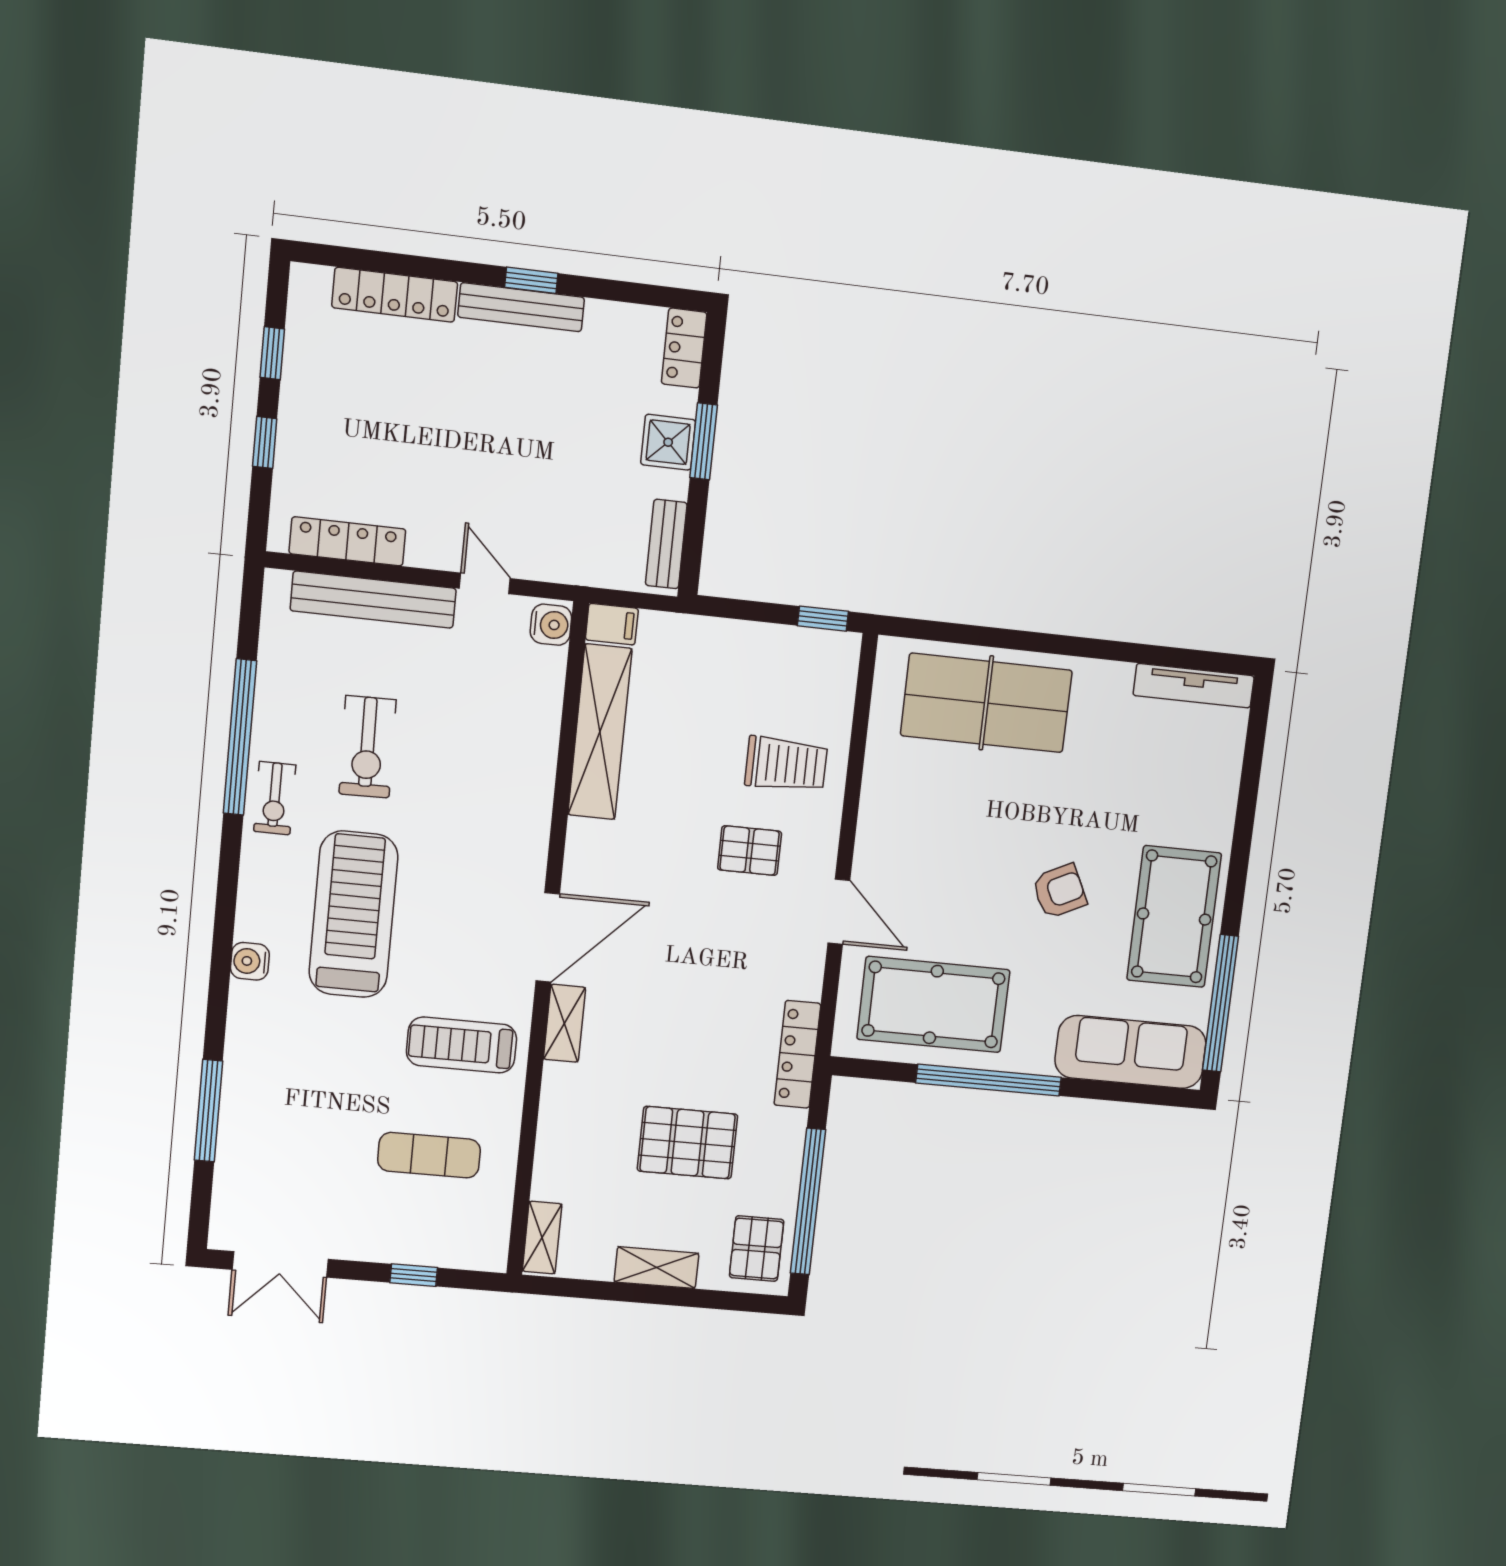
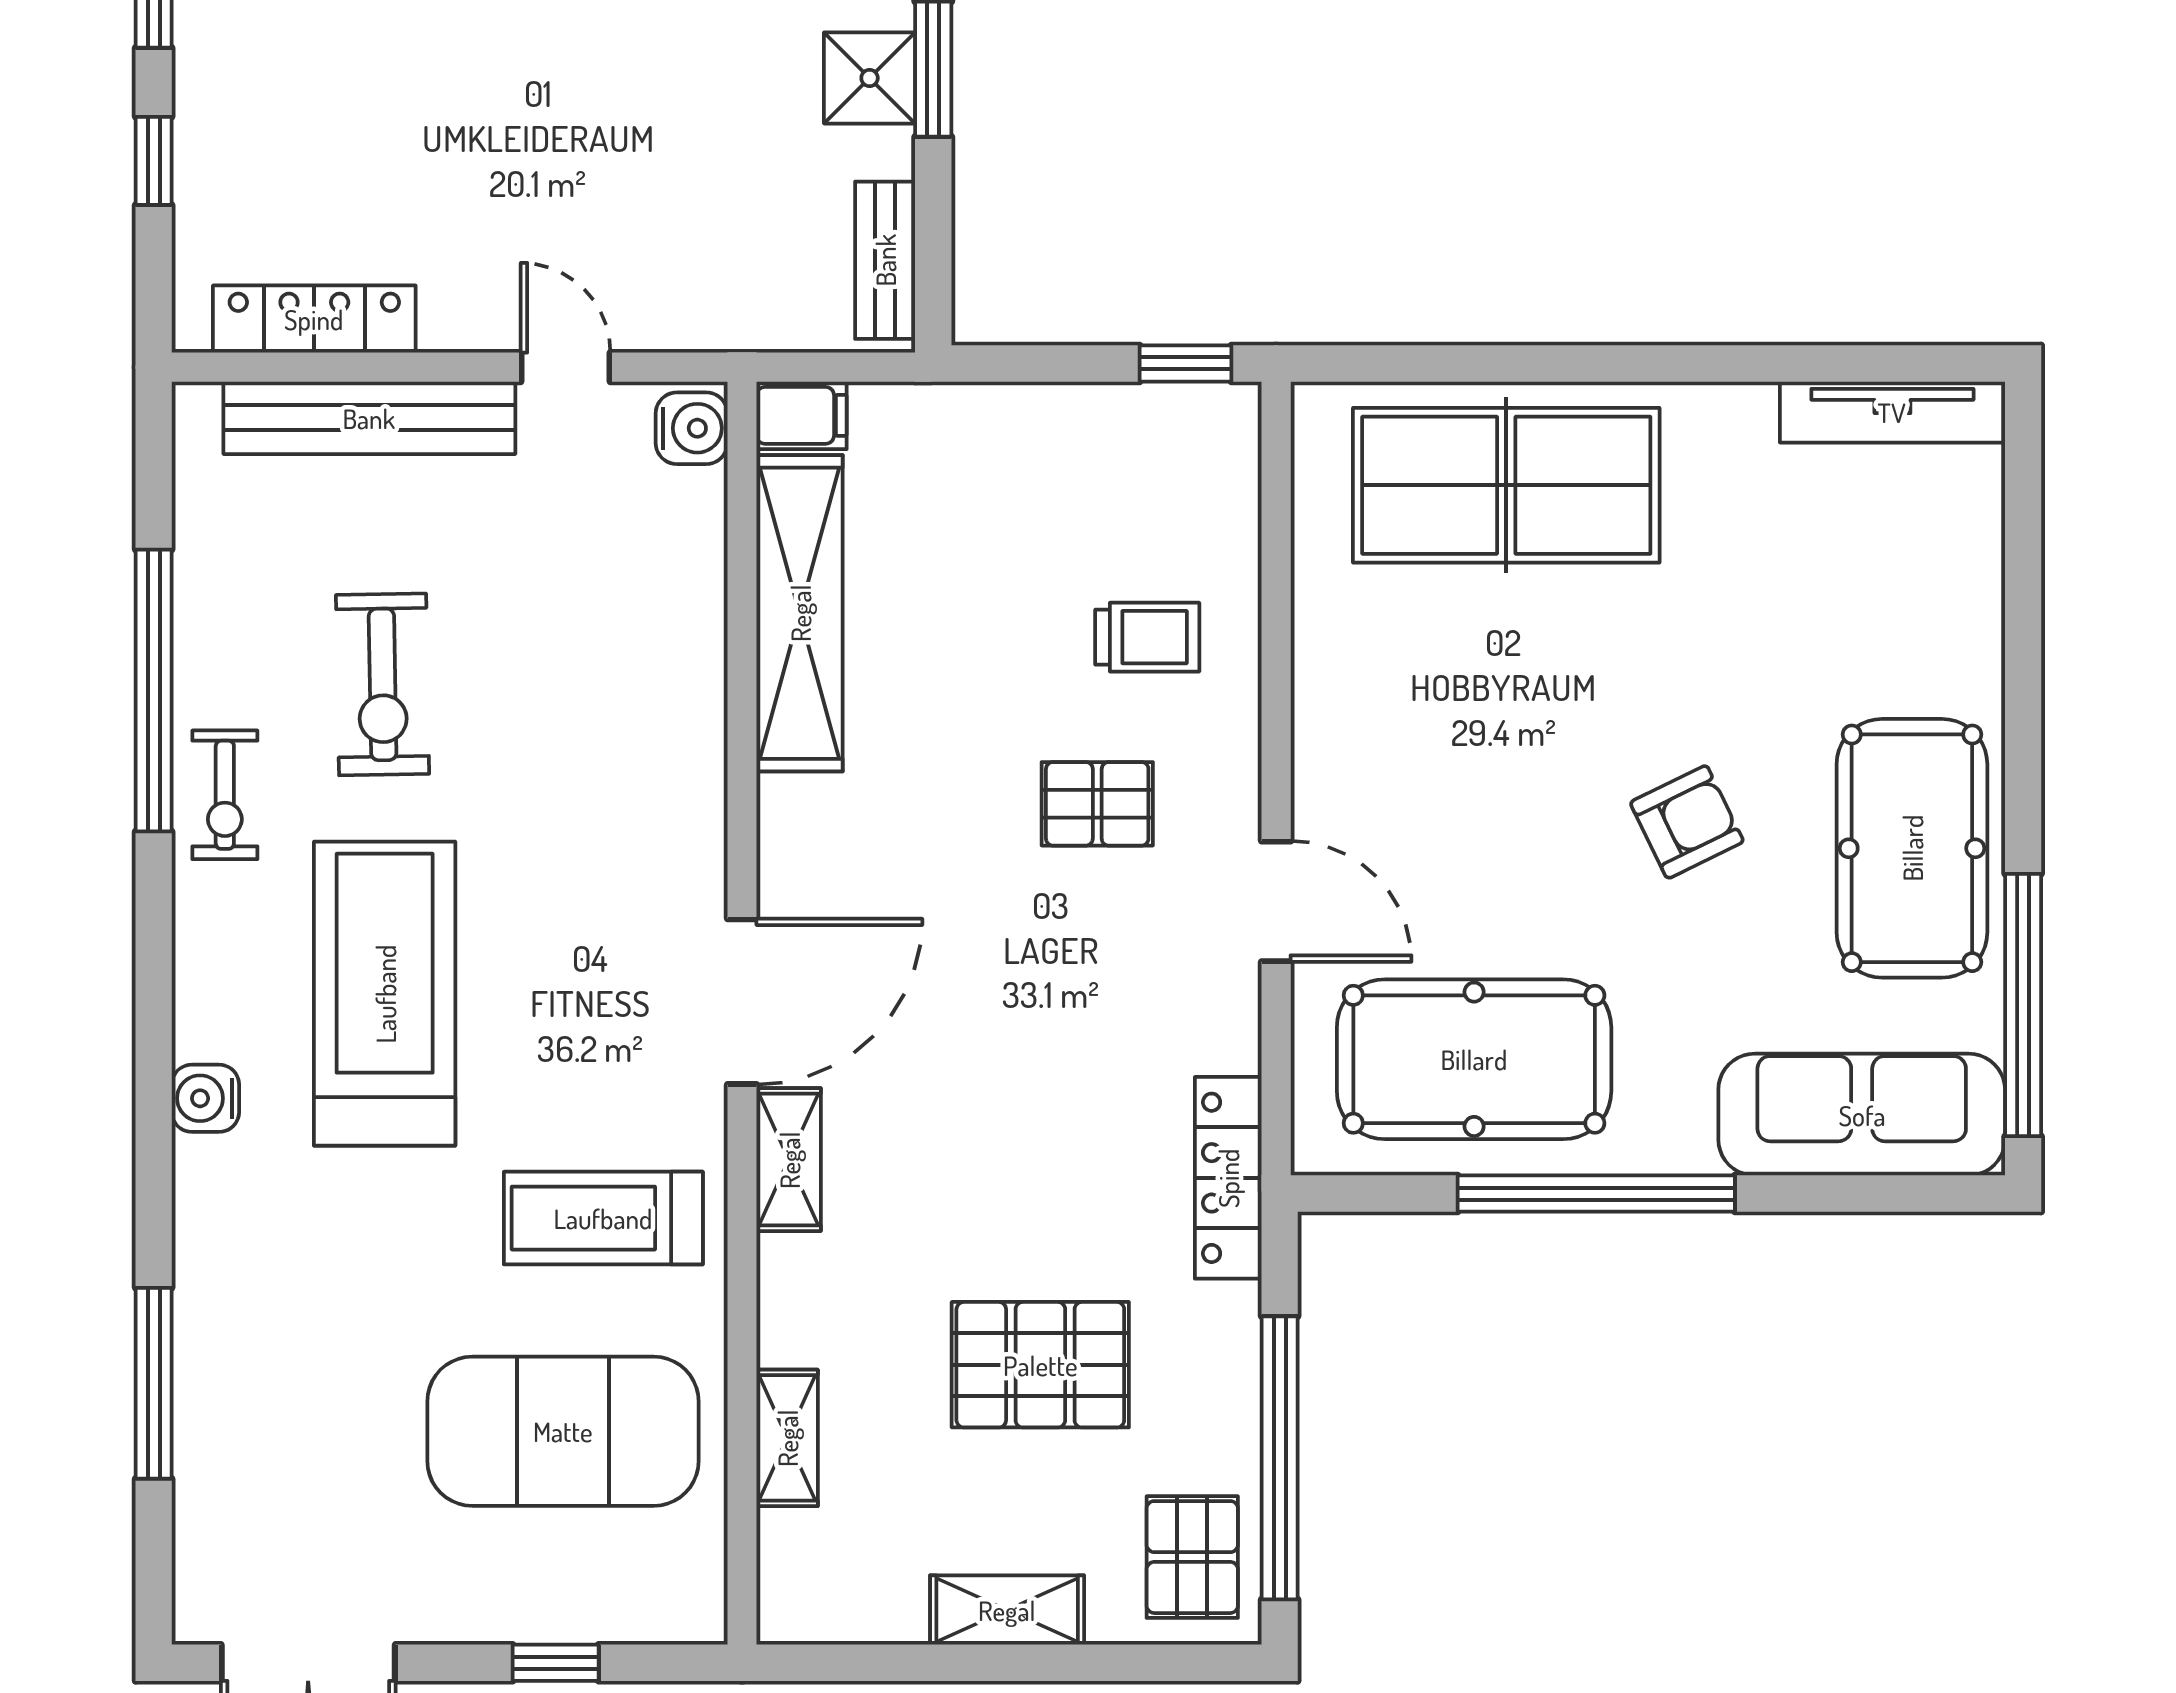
trolley: (786, 764) -> (1147, 637), width x0.73, depth x0.72
exercise mat: (429, 1155) -> (563, 1431), width x2.00, depth x1.45
shelving: (542, 1238) -> (787, 1438), moved

